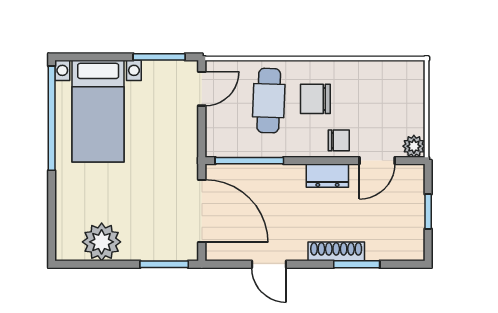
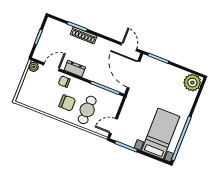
plant: (102, 242) -> (192, 83), moved
door: (269, 264) -> (129, 47), moved

